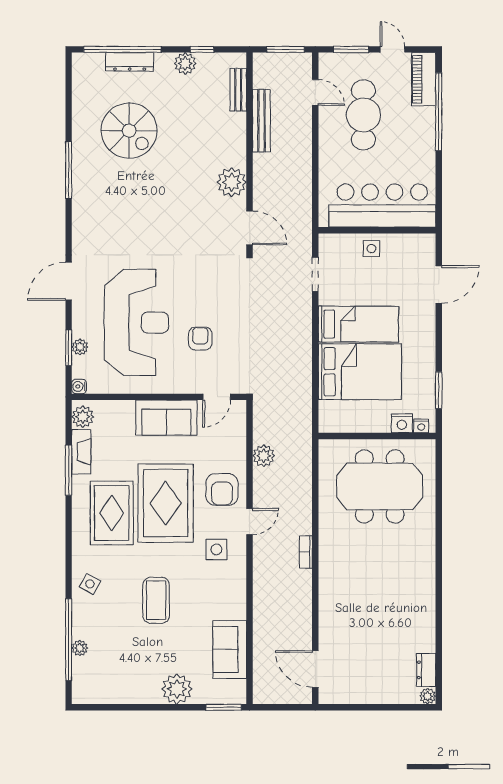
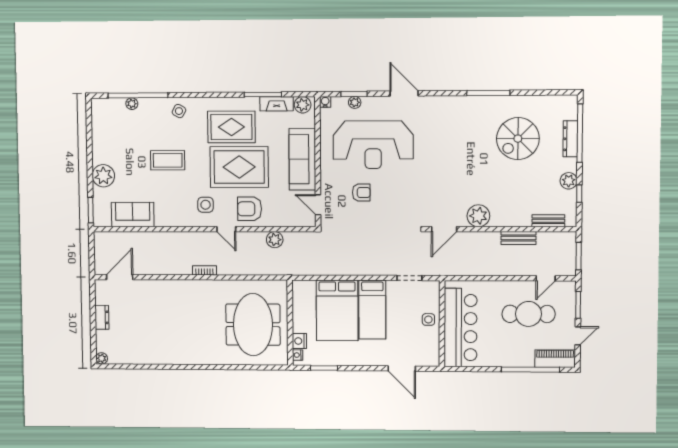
bench: (261, 121) -> (518, 238), width x0.73
sofa: (166, 418) -> (302, 159), width x1.36
dresser: (426, 670) -> (102, 317), moved, turned 90

